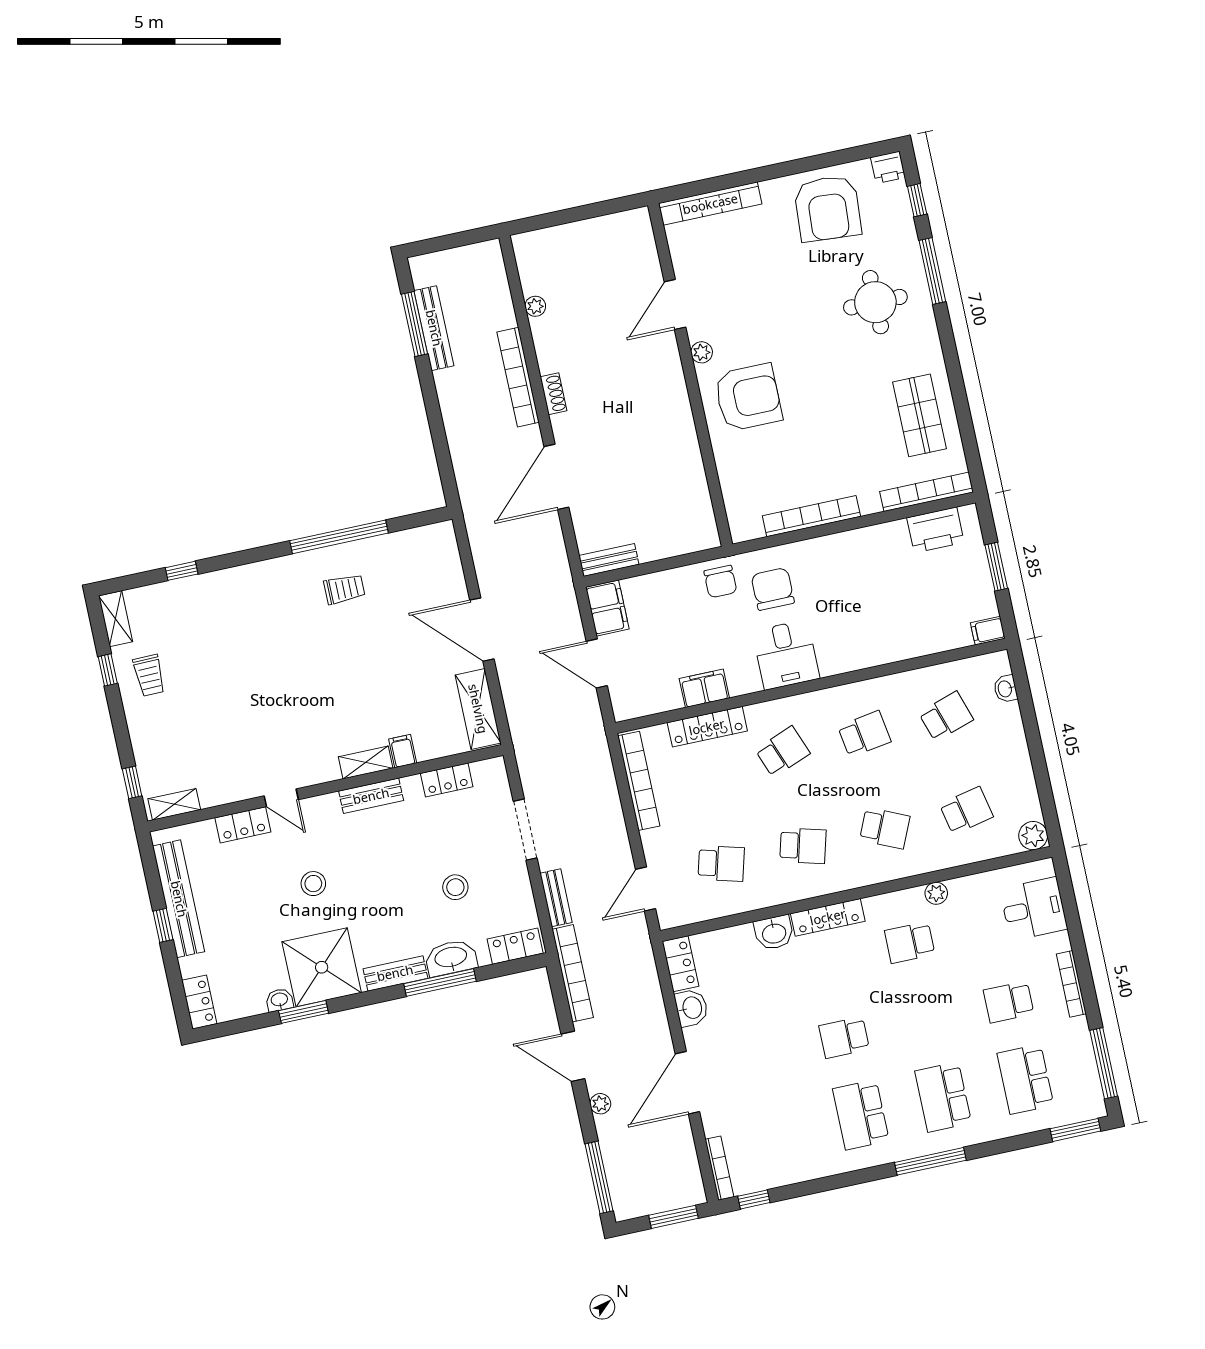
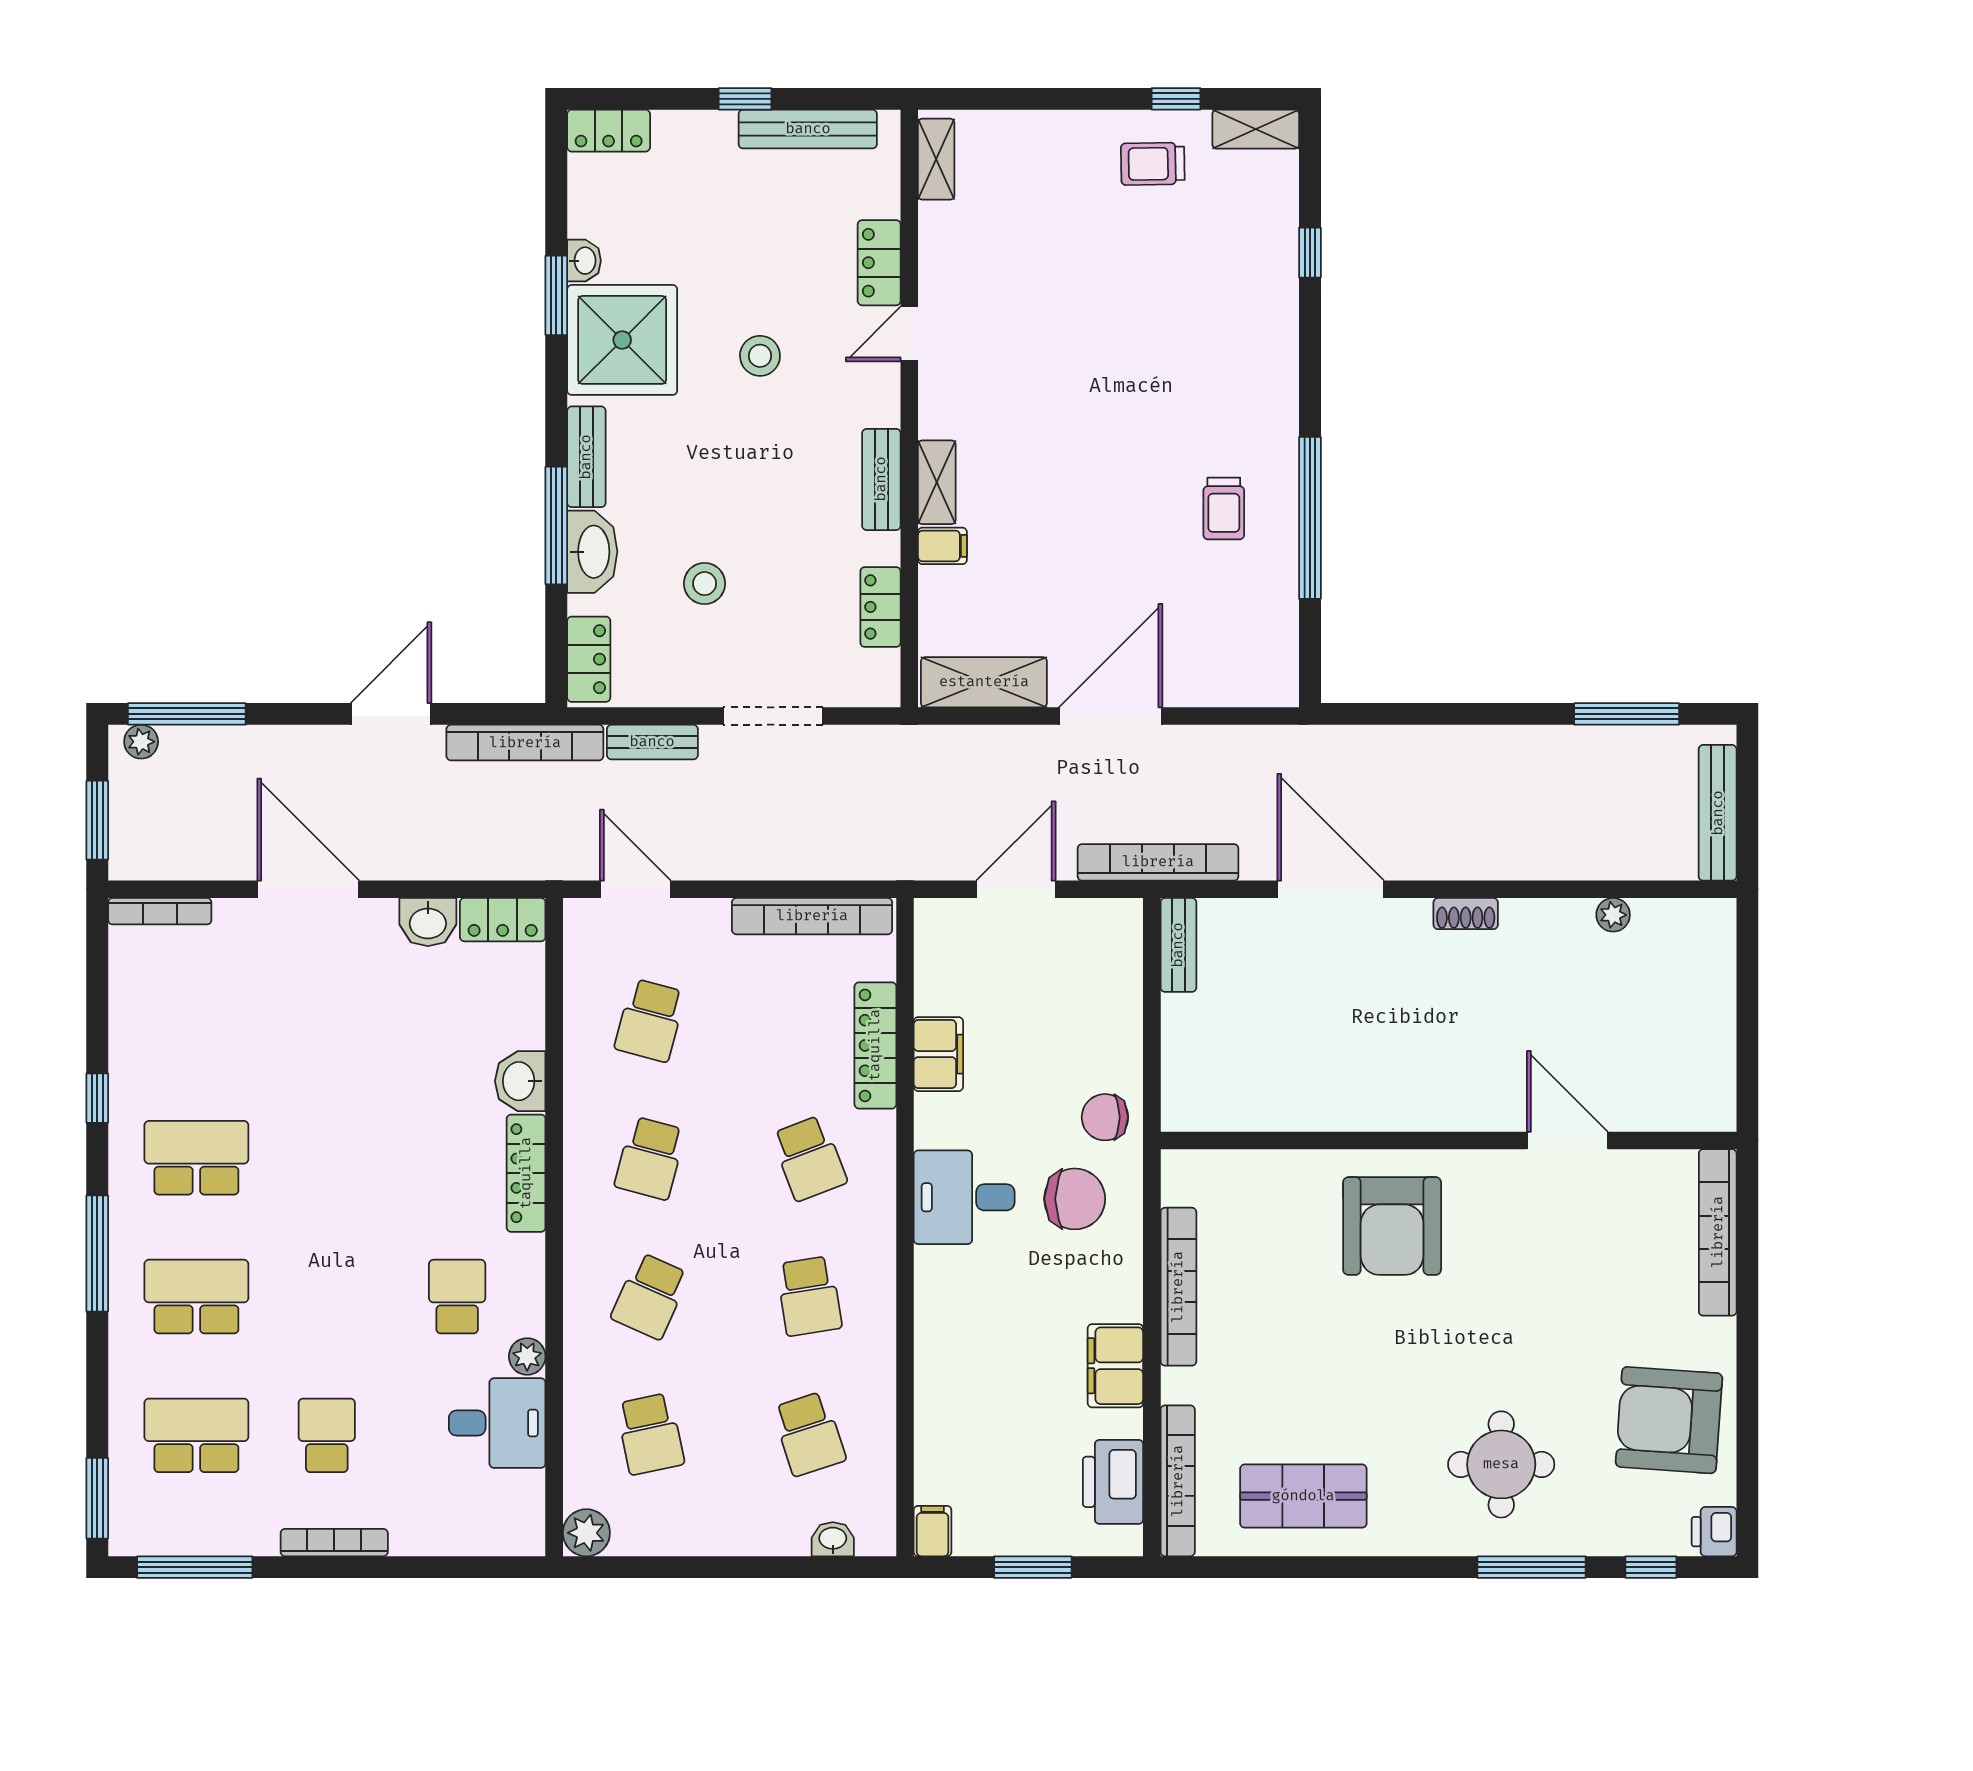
bench: (434, 328) -> (1718, 813), moved, turned 90
plant: (702, 352) -> (1481, 1167), removed
bookcase: (518, 377) -> (1158, 862), moved
filing cabinet: (607, 608) -> (1115, 1366), moved, turned 90
window: (132, 782) -> (986, 99), removed
bench: (179, 899) -> (808, 129), width x0.73, depth x0.82
desk: (1034, 909) -> (497, 1423), moved, turned -90
school desk: (844, 1038) -> (327, 1158), removed
plant: (600, 1104) -> (141, 742), moved
window: (754, 1199) -> (97, 1098), moved

